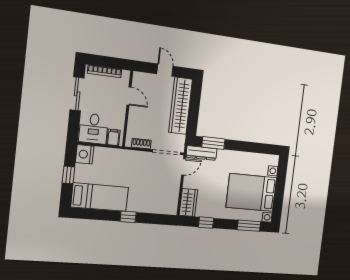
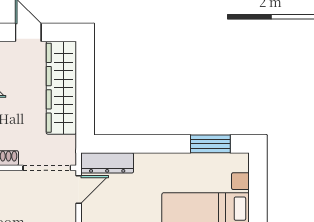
window: (213, 143) -> (210, 144), moved

